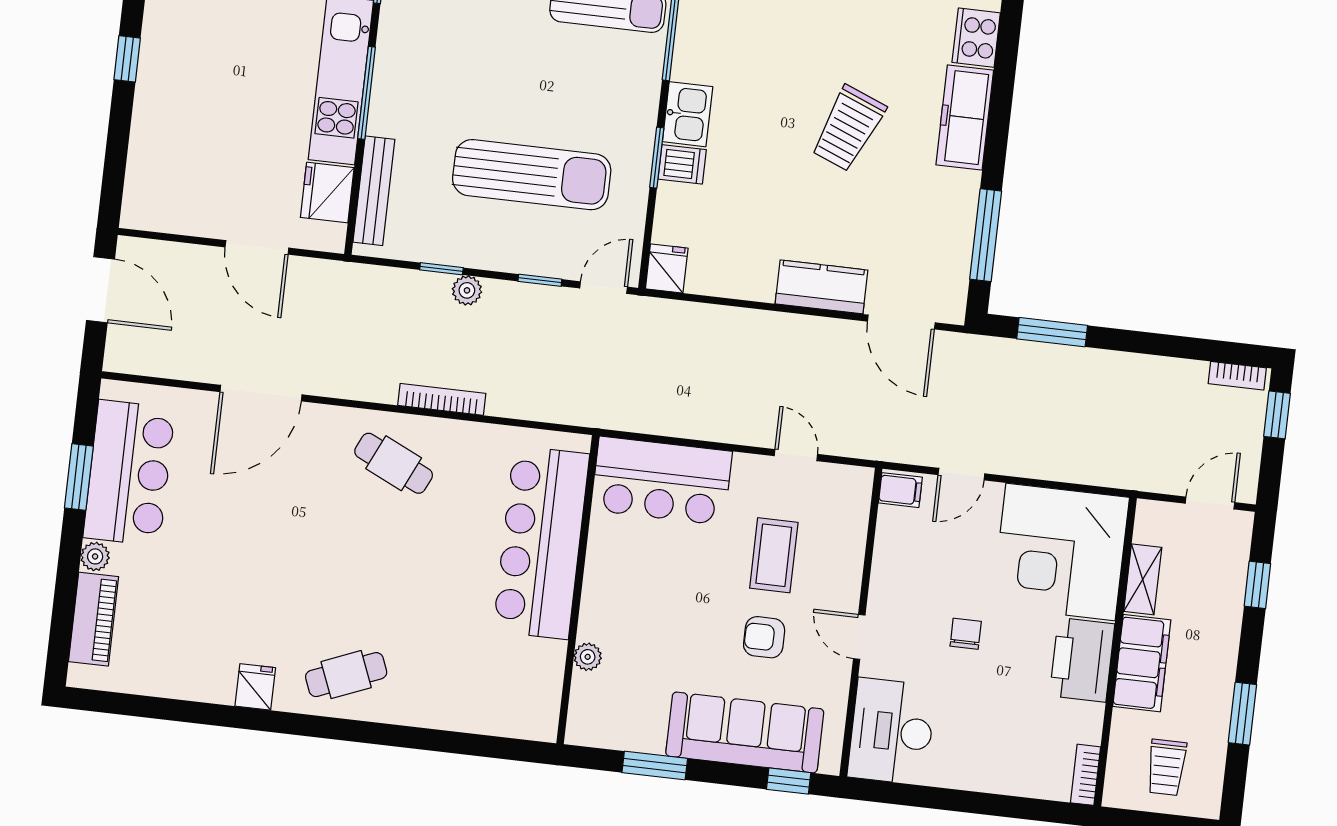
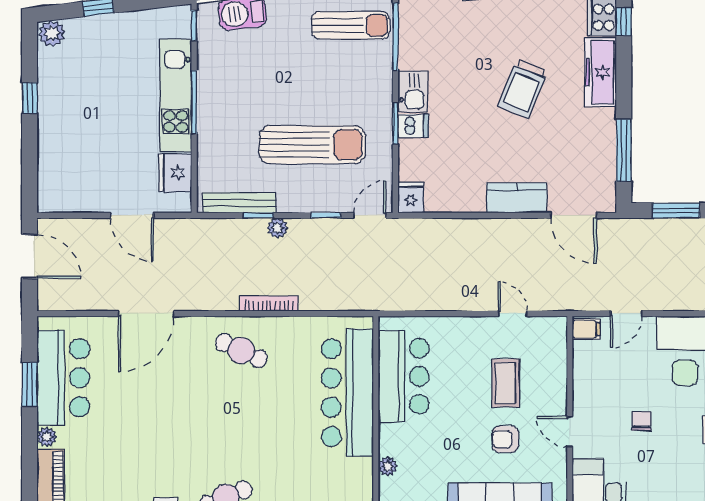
window: (1007, 48) -> (624, 22), added
bench: (374, 191) -> (239, 203), moved, turned 90
bar counter: (662, 481) -> (404, 376), moved, turned -90

